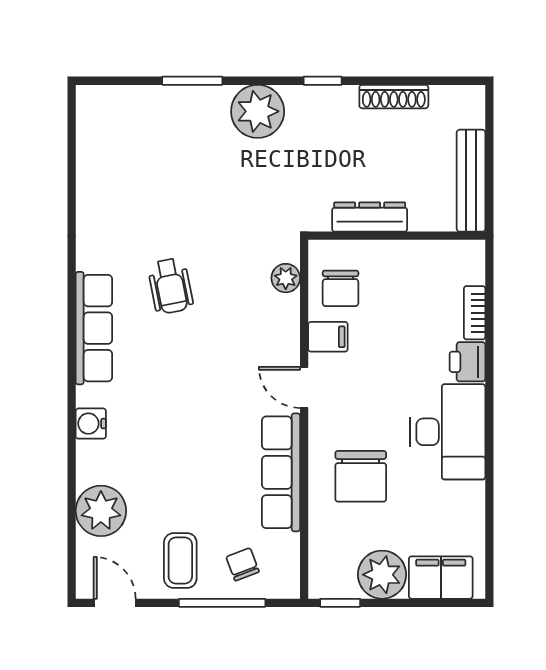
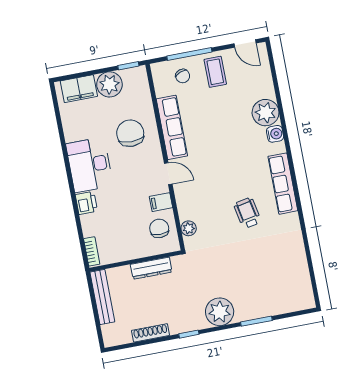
bookcase: (475, 313) -> (92, 251), moved
plant: (101, 511) -> (266, 113), moved

